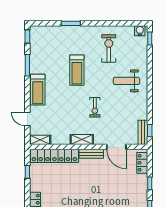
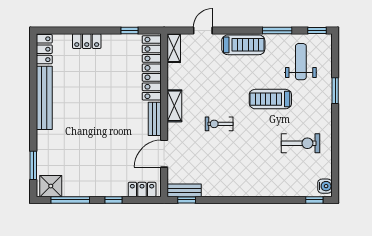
weight bench: (126, 81) -> (301, 62), moved
treadmill: (38, 90) -> (243, 45), turned 180

